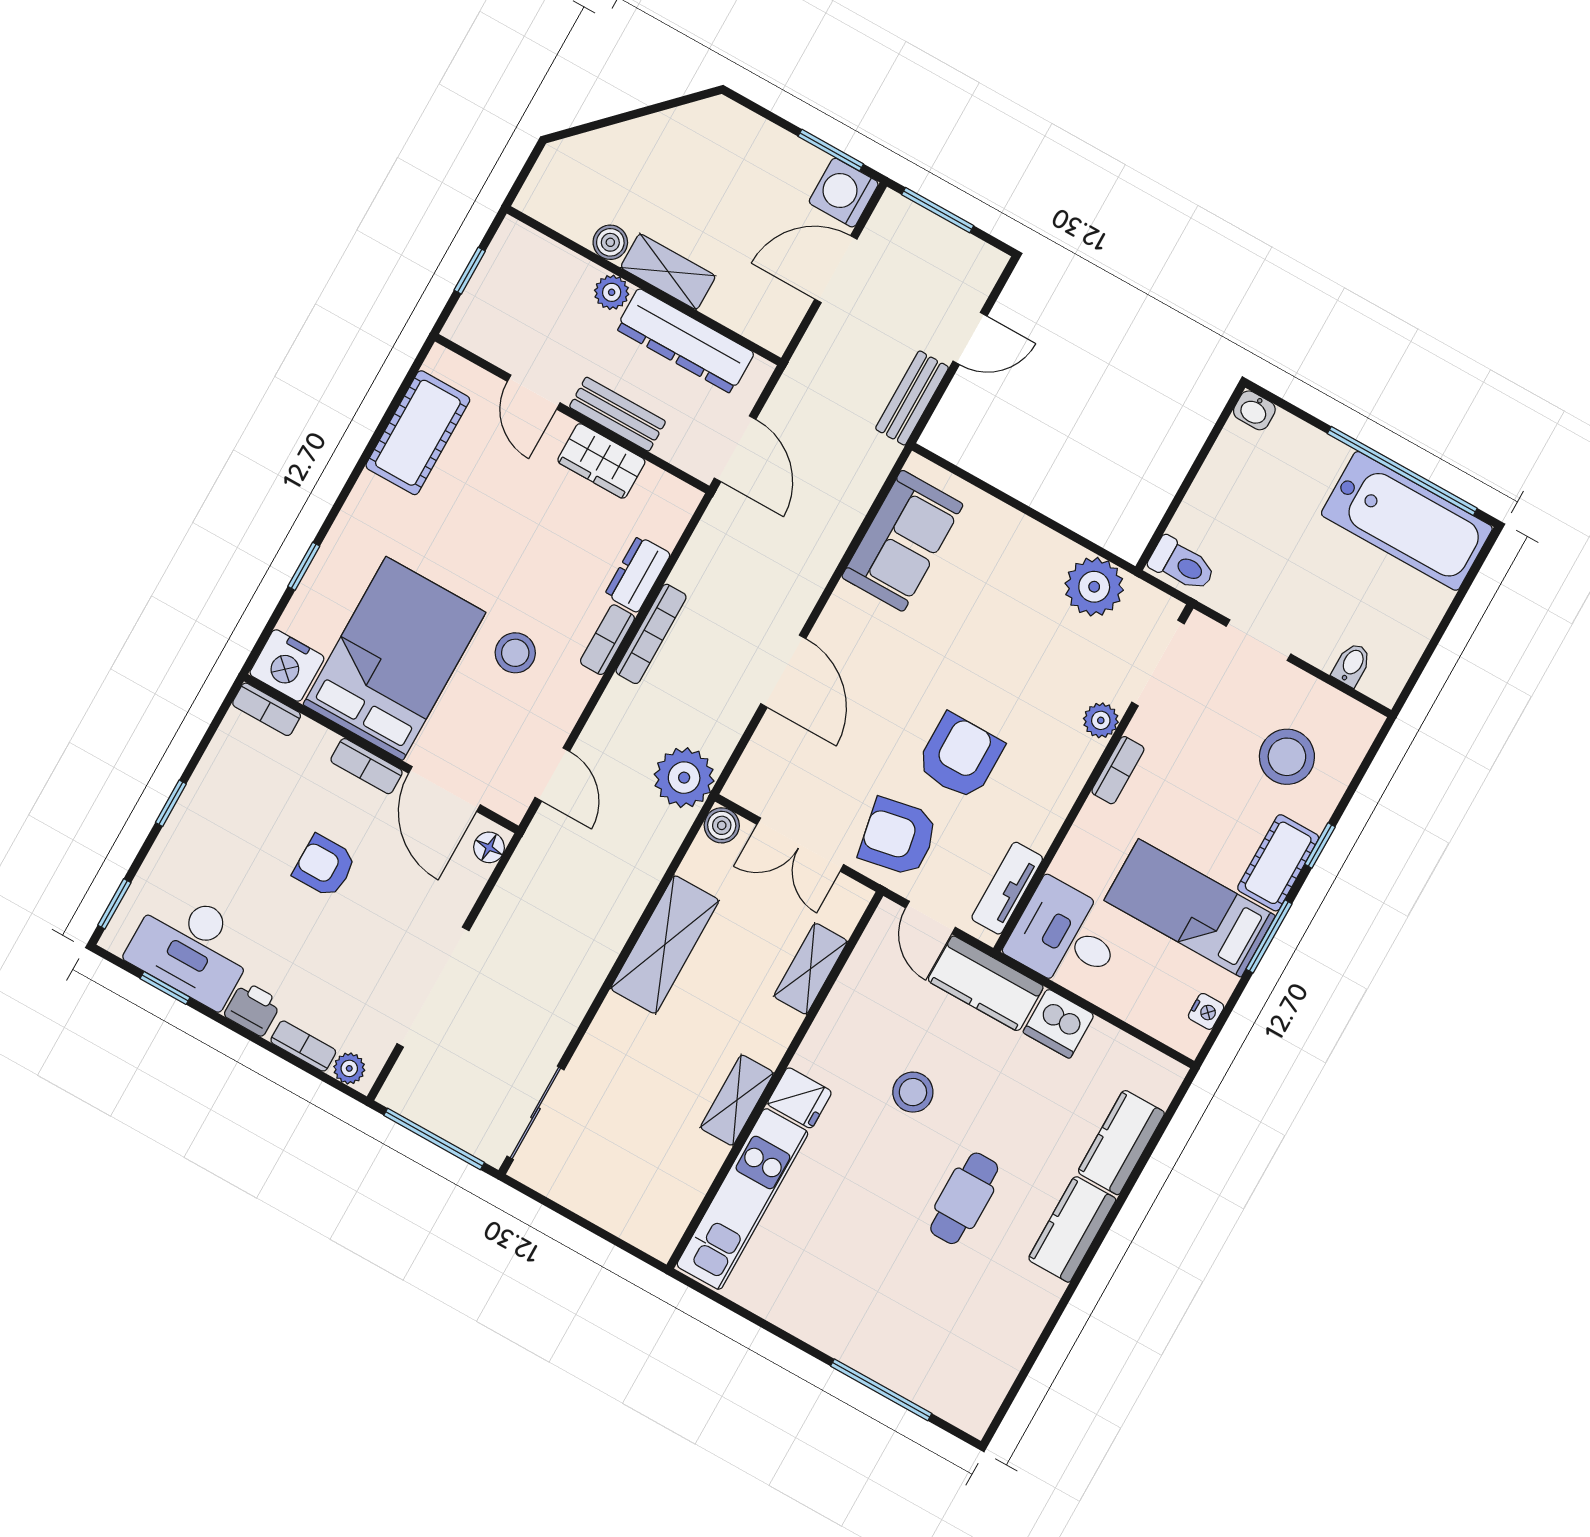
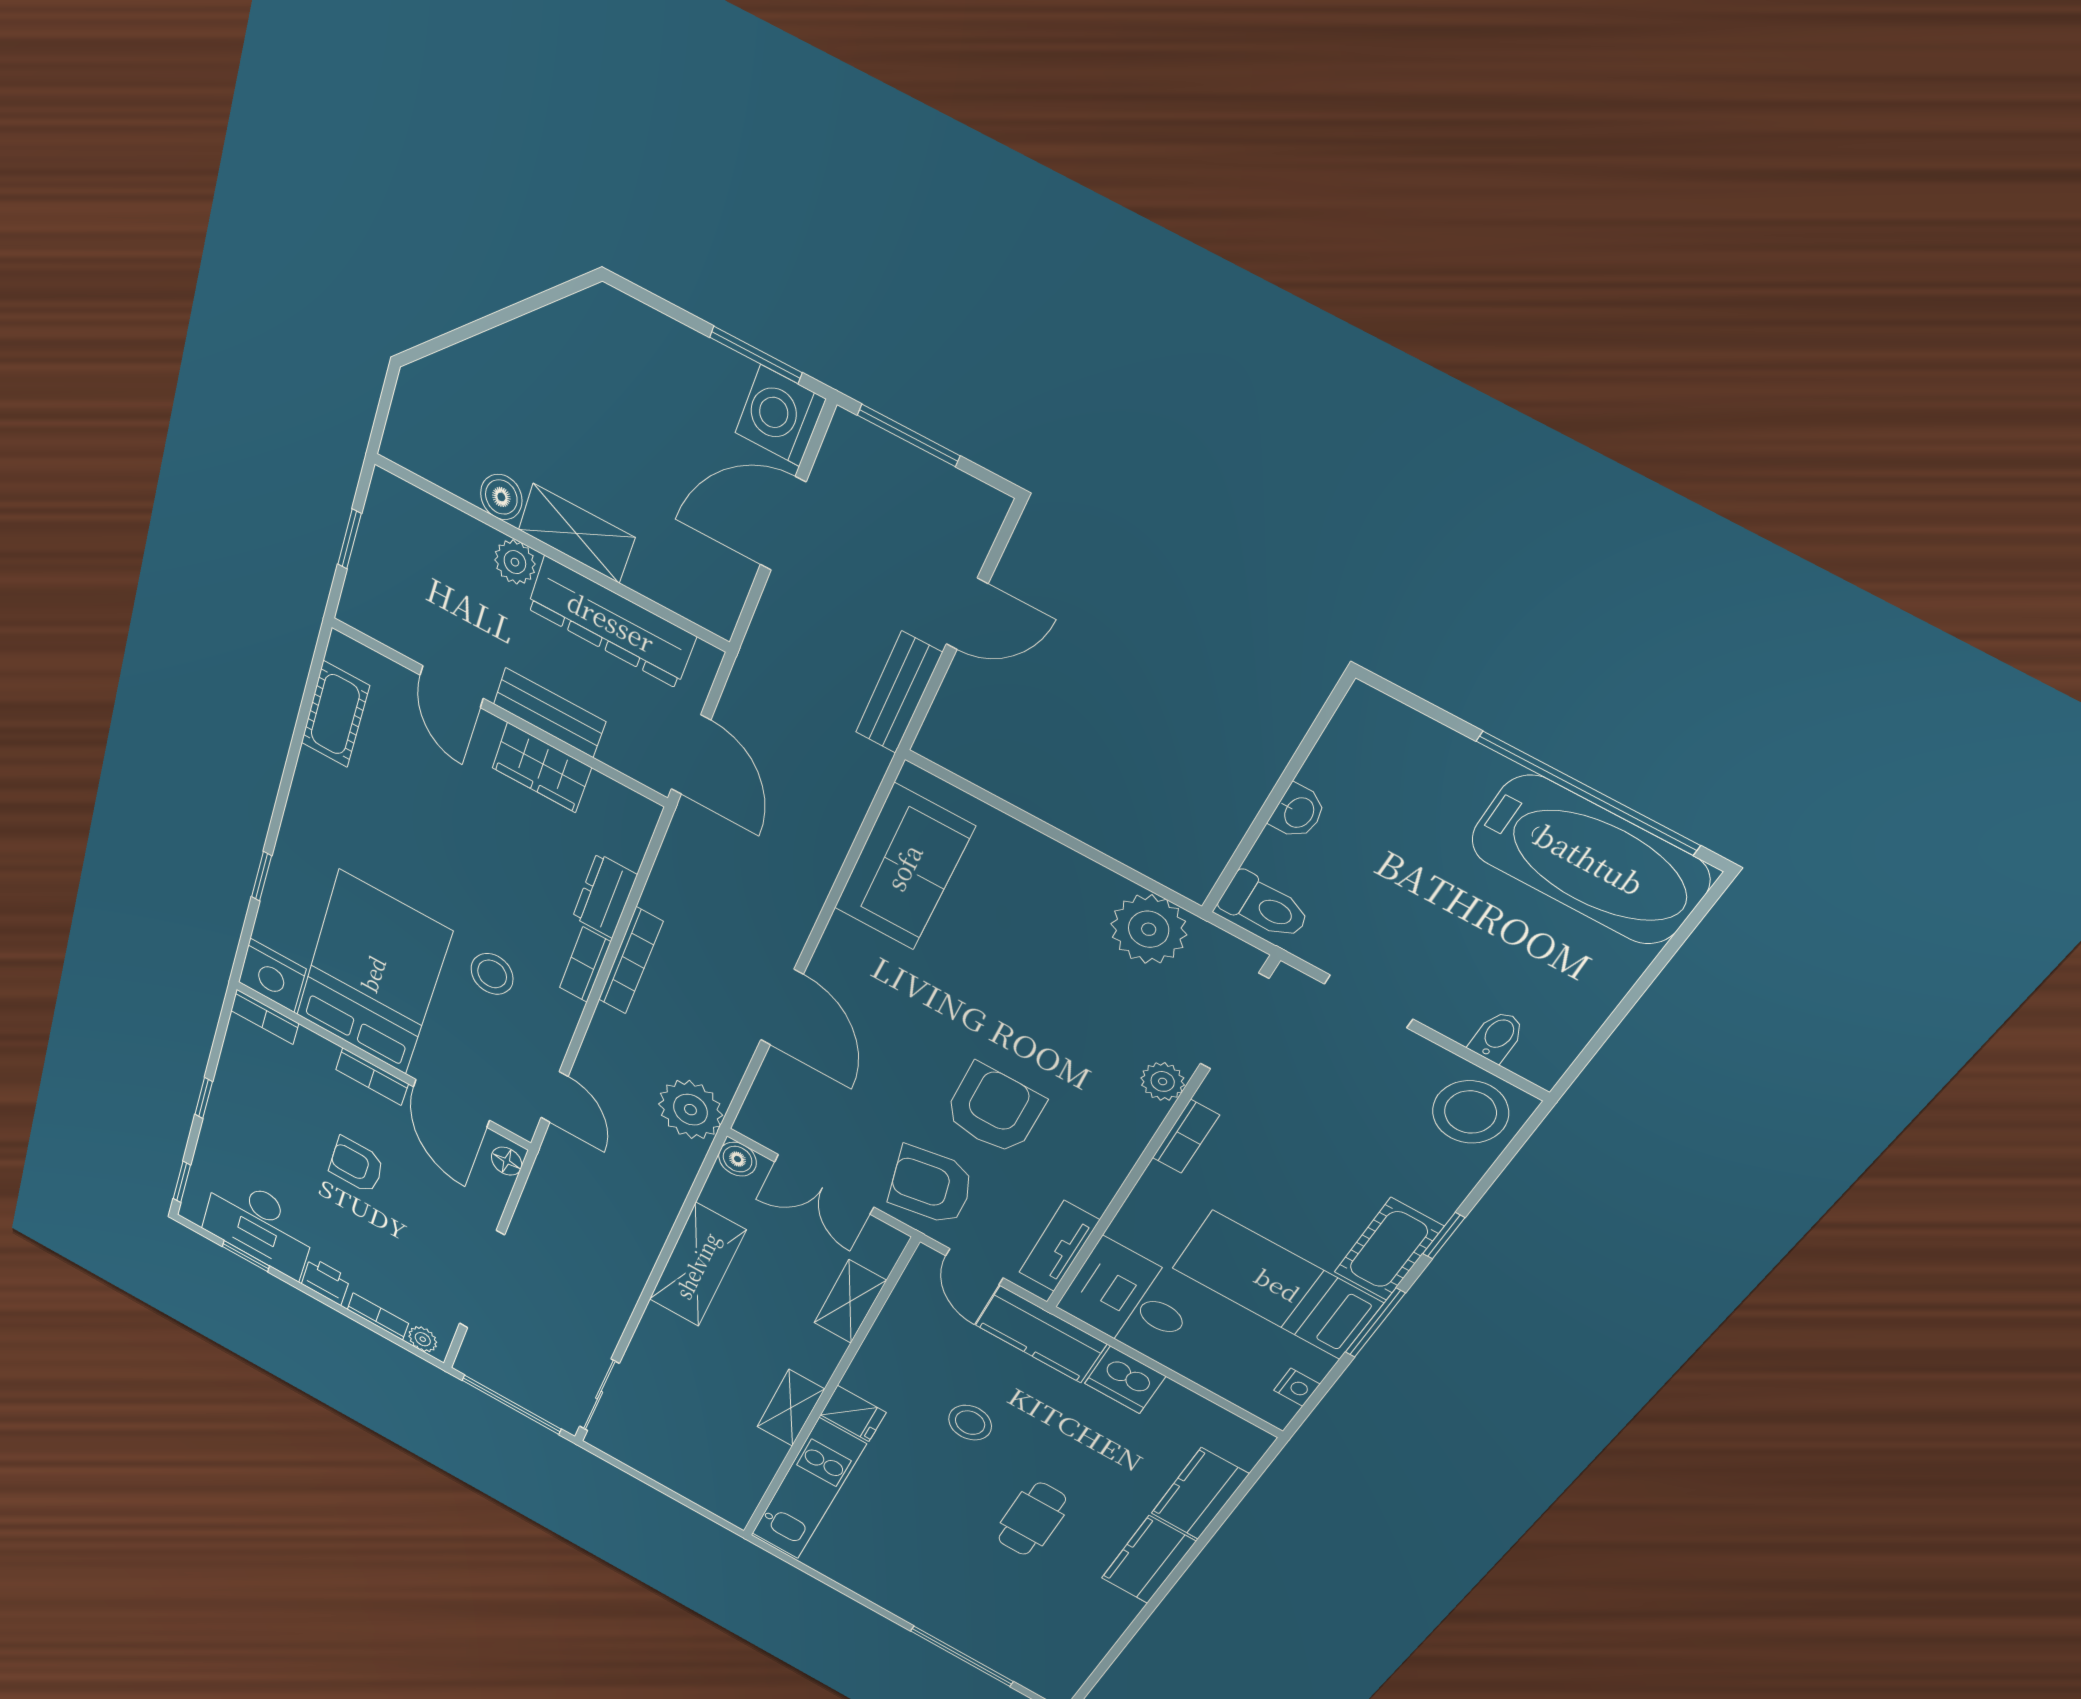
washbasin: (1254, 410) -> (1298, 812), moved, turned -90
cot: (418, 433) -> (335, 714), width x0.73, depth x0.75
stool: (1287, 757) -> (1470, 1112), moved

